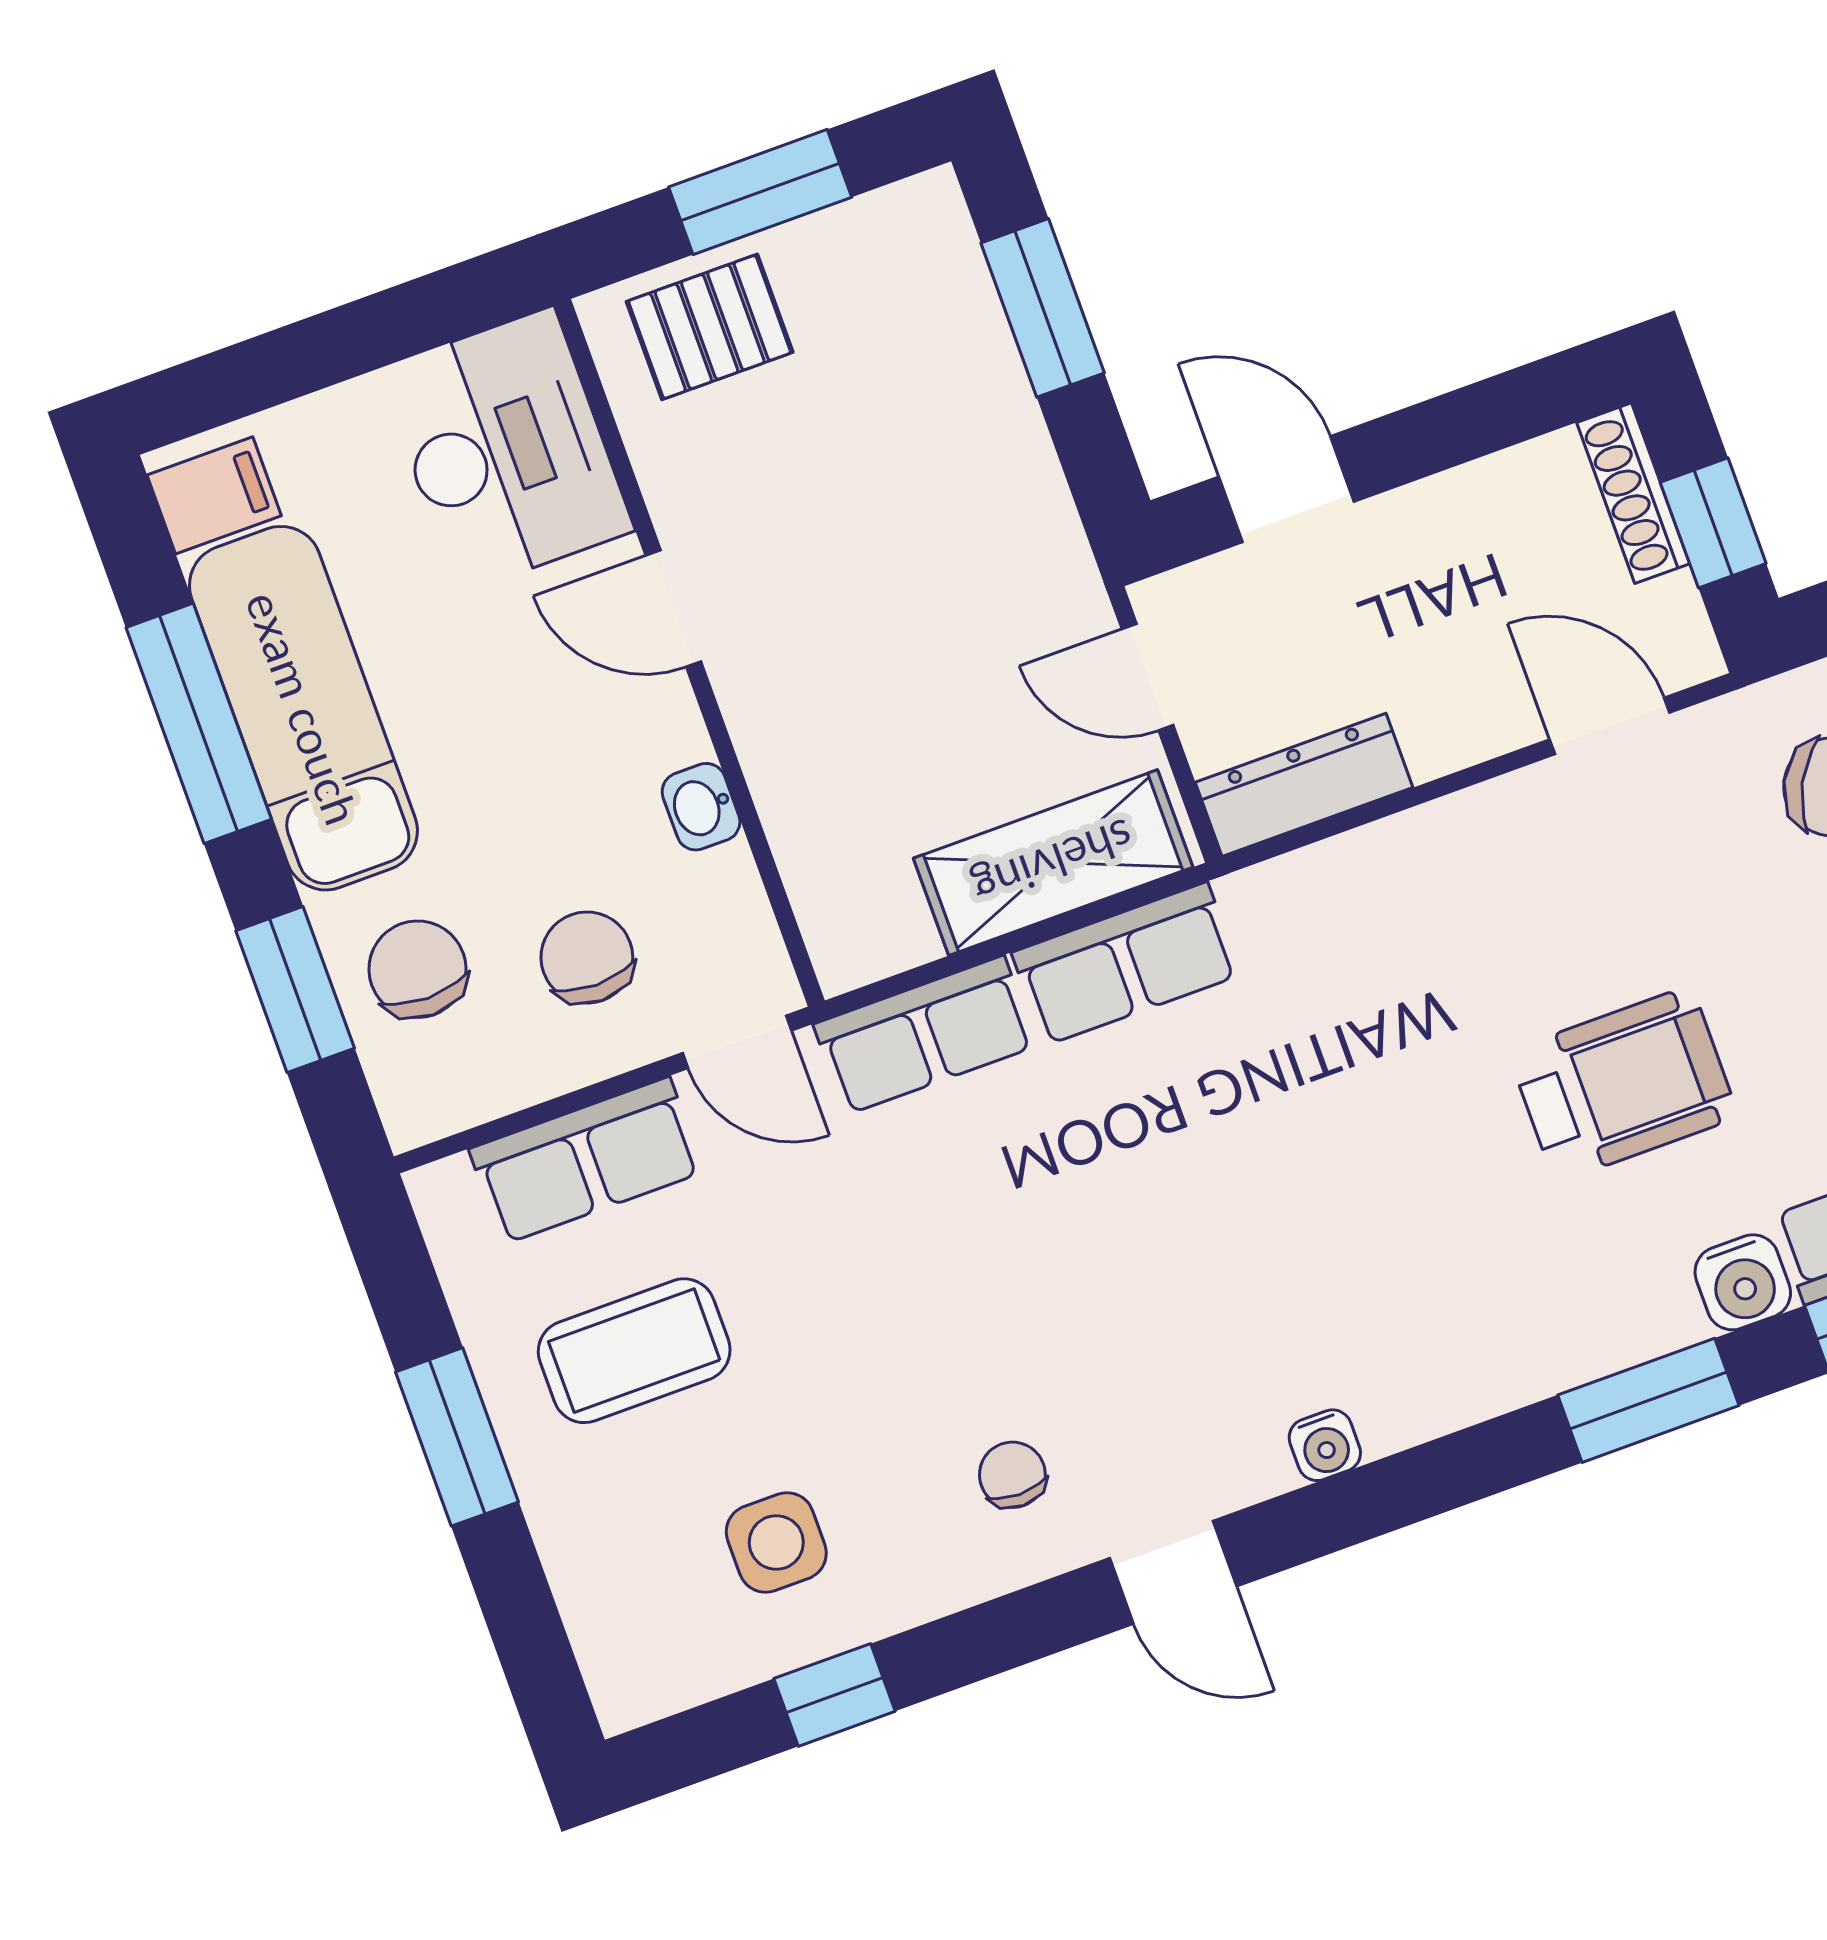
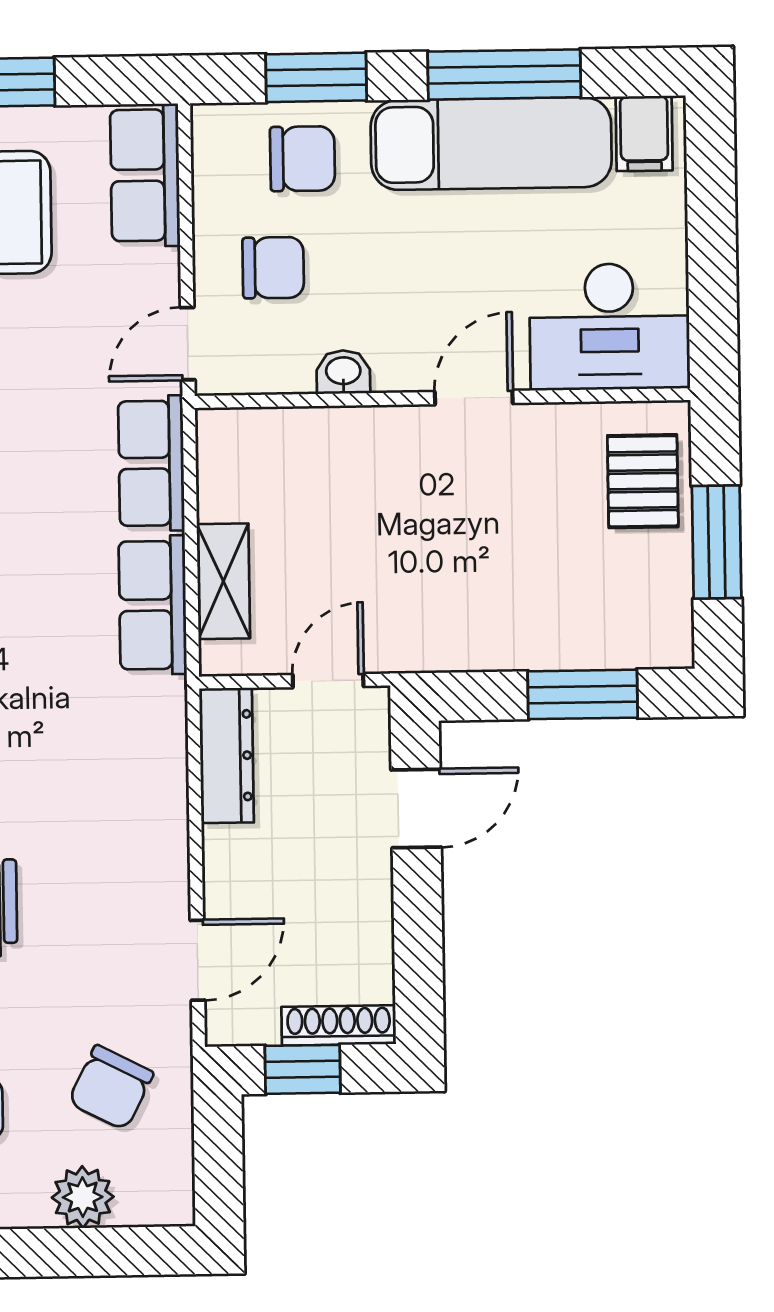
shelving: (1053, 863) -> (223, 581), width x0.67, depth x0.75
row of seats: (586, 1160) -> (145, 175), moved

